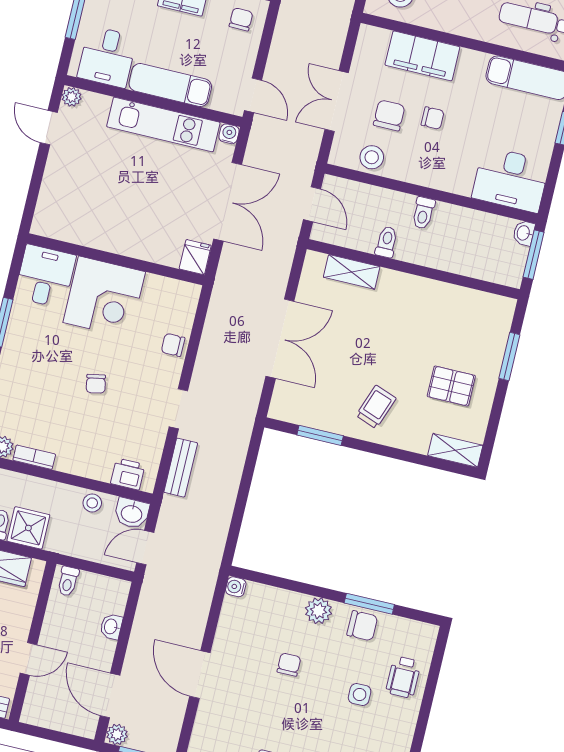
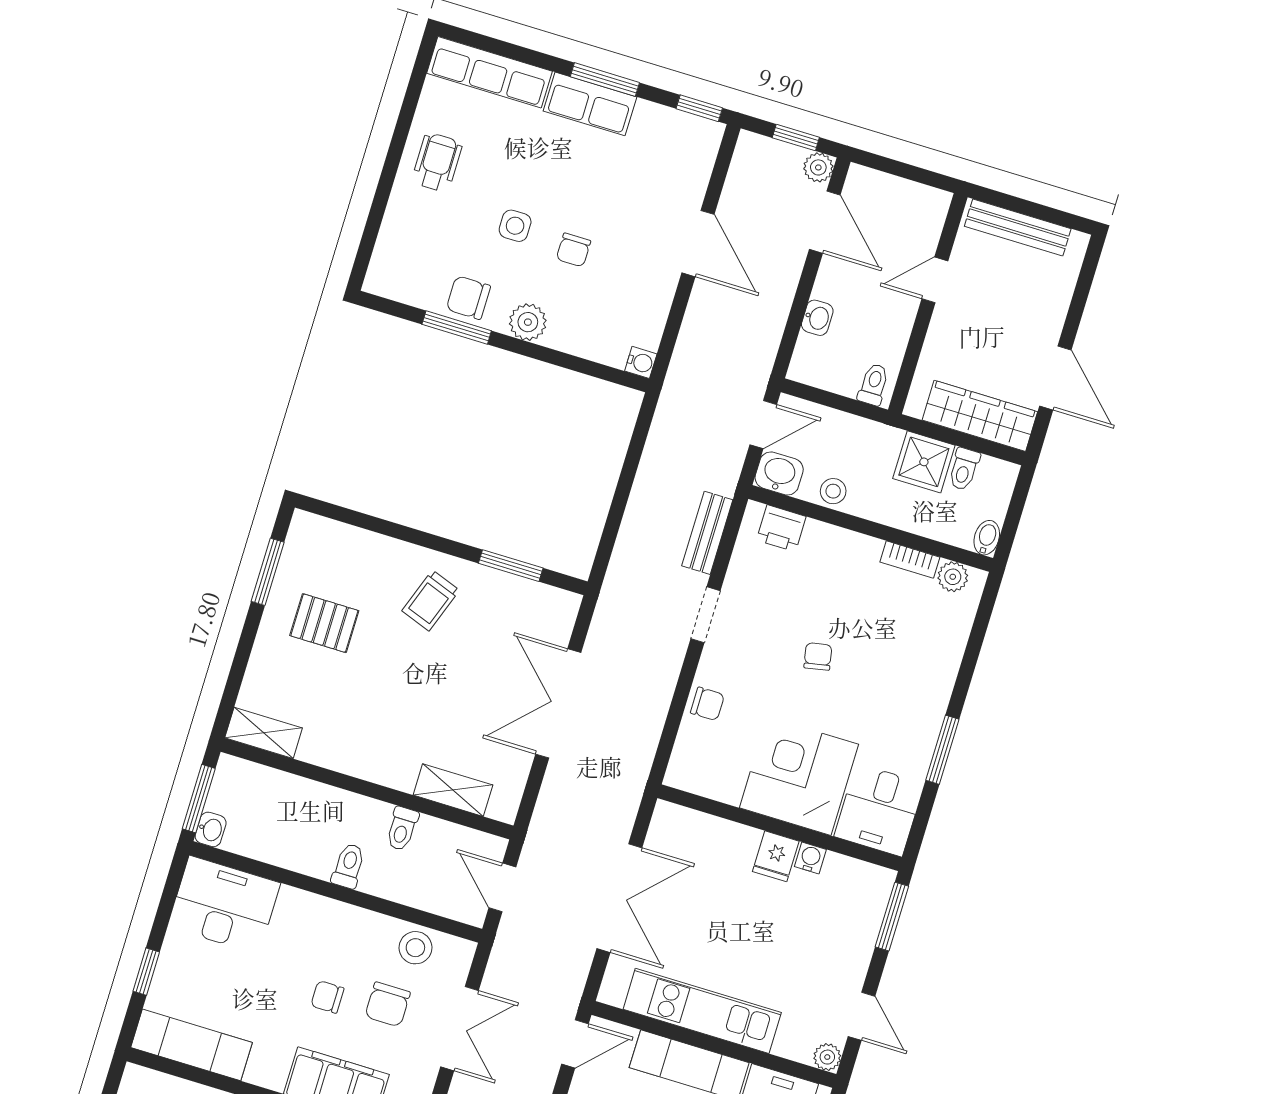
door: (253, 95) -> (575, 1044), swing flipped
water cooler: (229, 134) -> (810, 858), moved, turned 180
window: (31, 200) -> (892, 917), added
double door: (228, 202) -> (619, 898), swing flipped
fridge: (195, 257) -> (776, 856), moved
window: (509, 356) -> (268, 572), moved
shelving: (455, 450) -> (264, 733), moved
wheelchair: (403, 677) -> (437, 162), moved
side table: (360, 695) -> (515, 226), moved

